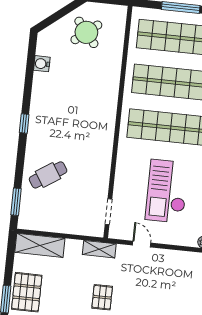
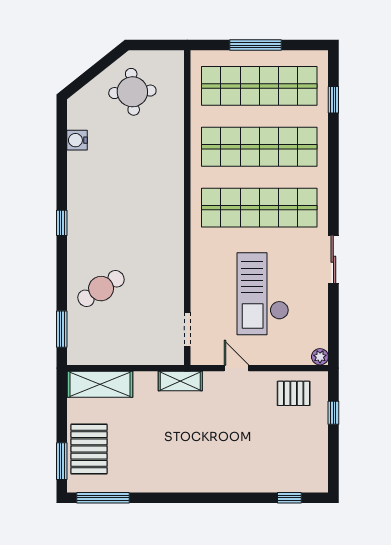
round table: (86, 32) -> (132, 92), turned 35
pallet: (102, 297) -> (294, 393), moved, turned 90

